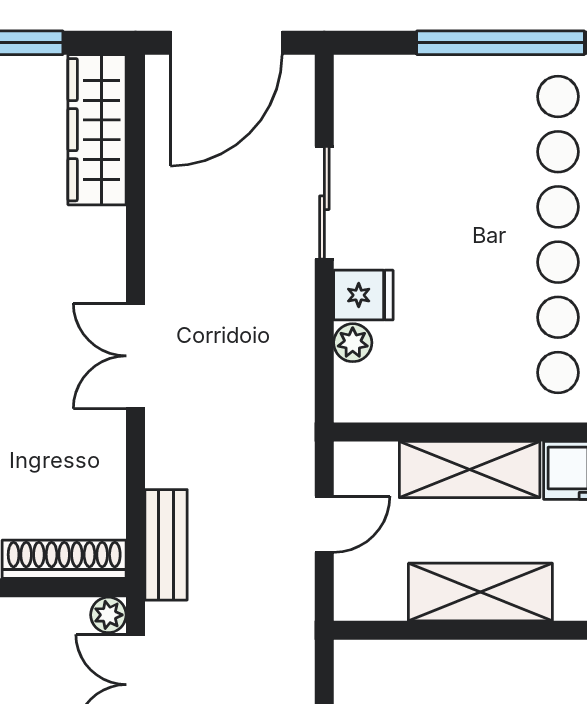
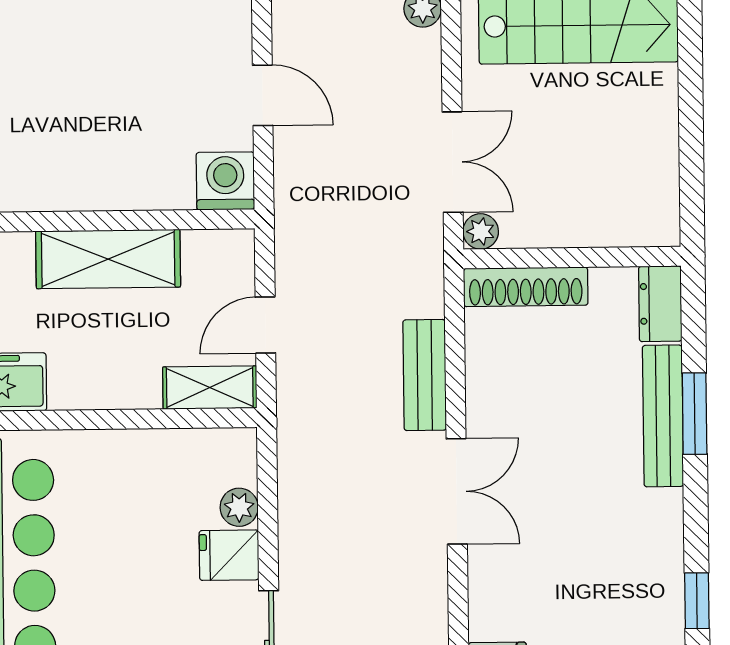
shelving: (470, 470) -> (210, 388), moved, width x0.67, depth x0.75
bench: (166, 545) -> (425, 375), moved
washing machine: (363, 668) -> (225, 181), added

